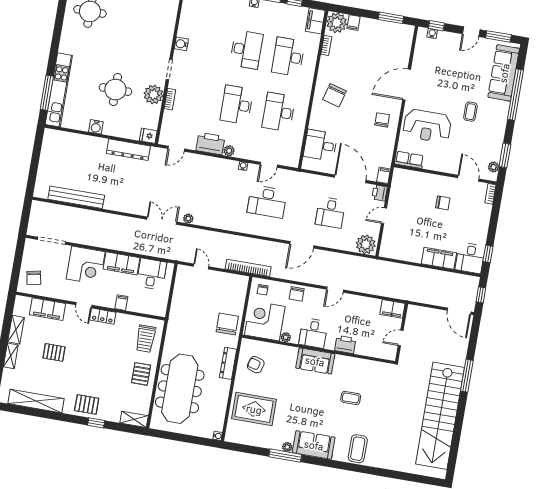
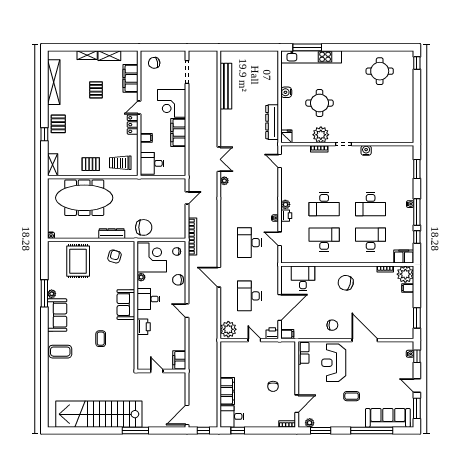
desk: (237, 105) -> (324, 204), turned 180
printer: (210, 144) -> (286, 216), moved, width x0.53, depth x0.68
desk: (330, 213) -> (249, 296), width x1.37
desk: (152, 274) -> (152, 163), moved, turned 180

